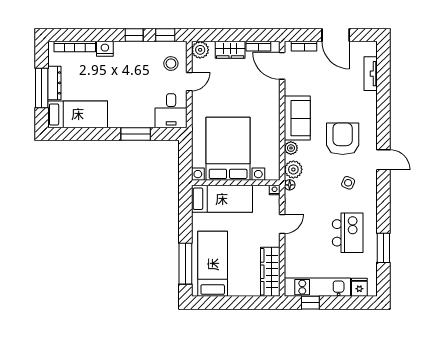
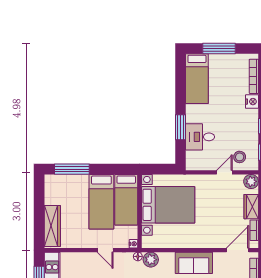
door: (189, 82) -> (224, 172), swing flipped
dresser: (54, 83) -> (223, 59), removed
desk: (171, 111) -> (200, 137), moved
plant: (291, 148) -> (169, 258), removed
bed: (213, 264) -> (101, 202), moved, turned 90
wardrobe: (270, 272) -> (52, 226), moved, turned 90

